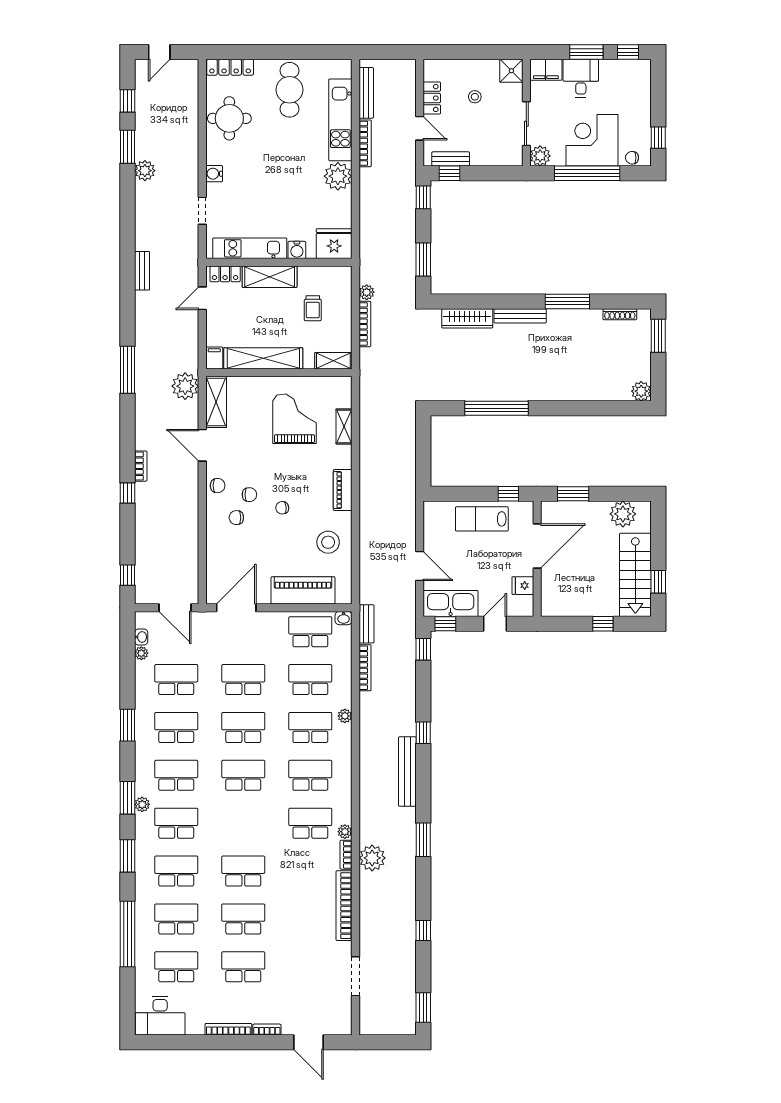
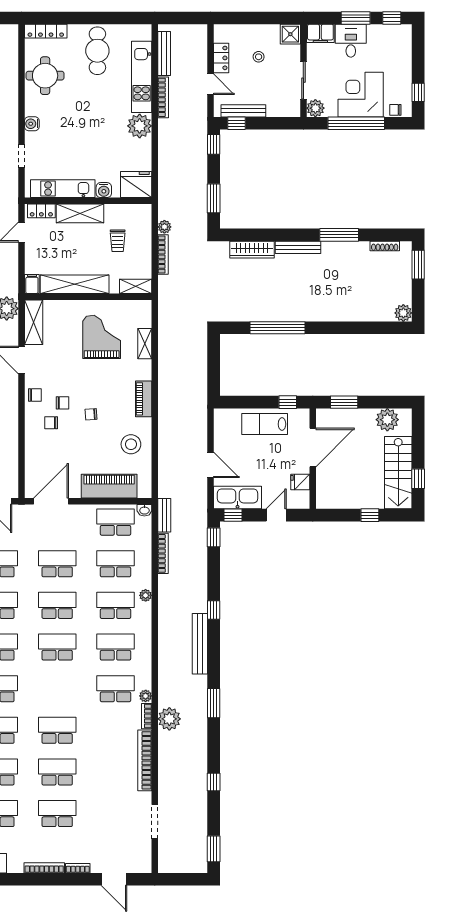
bench: (451, 159) -> (243, 111), width x1.36

